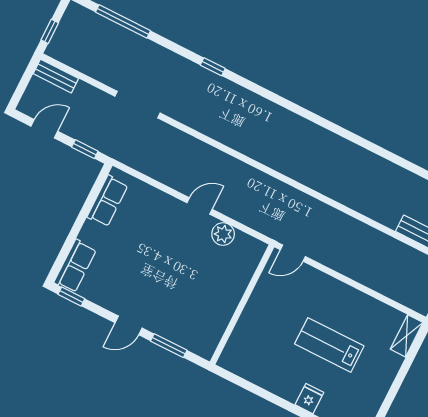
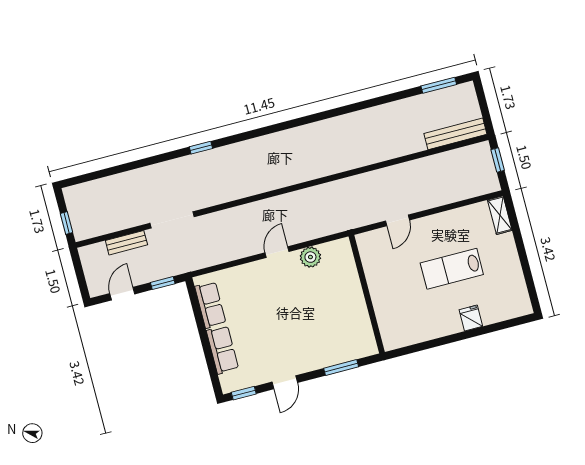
window: (123, 21) -> (111, 171), removed
bench: (56, 76) -> (126, 243), moved
door: (293, 253) -> (397, 220), moved
row of seats: (75, 266) -> (222, 350), moved
door: (129, 325) -> (285, 382), moved

